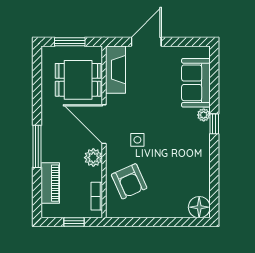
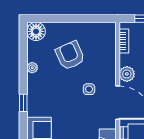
plant: (204, 115) -> (32, 68), moved
armchair: (129, 181) -> (70, 55), moved

